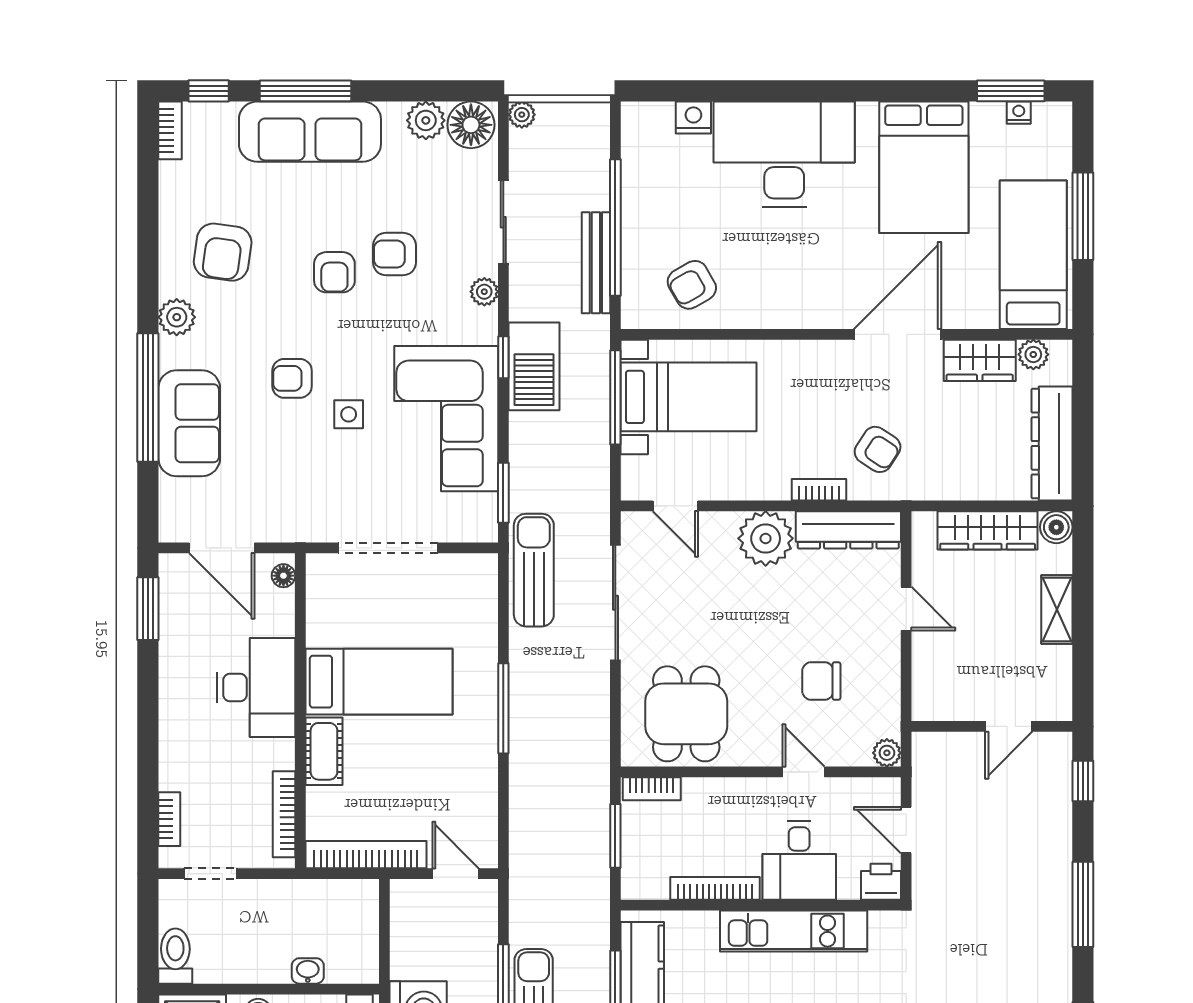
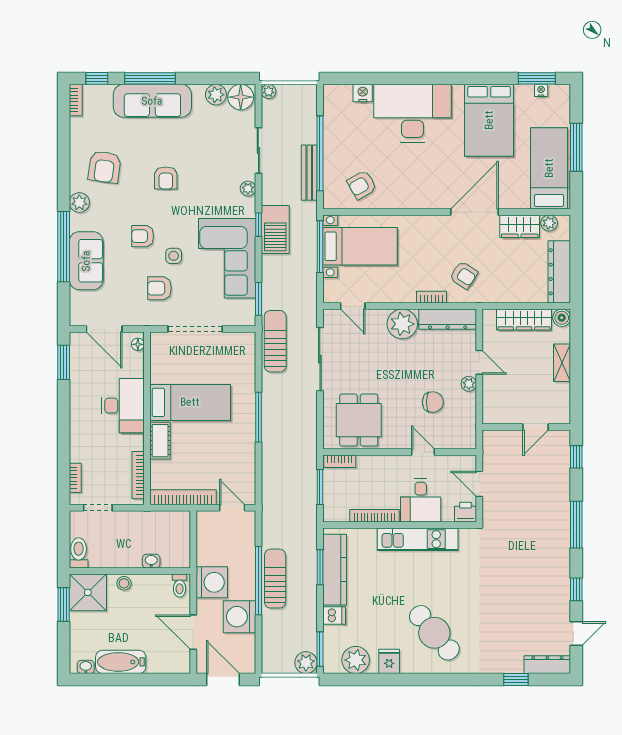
armchair: (394, 254) -> (159, 288), moved
chair: (821, 681) -> (433, 402), turned 180
plant: (887, 753) -> (469, 384), moved

